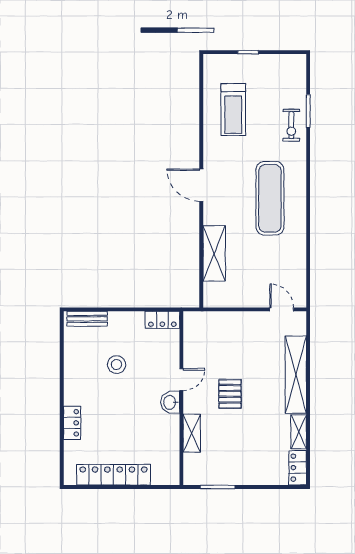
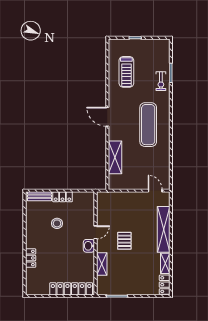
locker: (162, 320) -> (62, 197), moved
locker: (114, 475) -> (71, 289), moved

